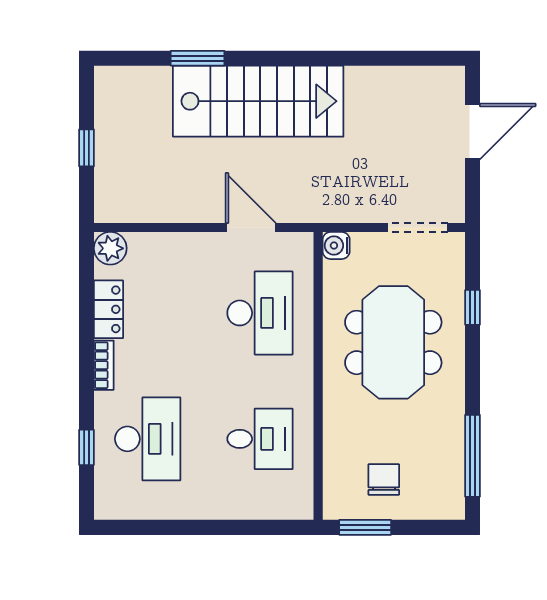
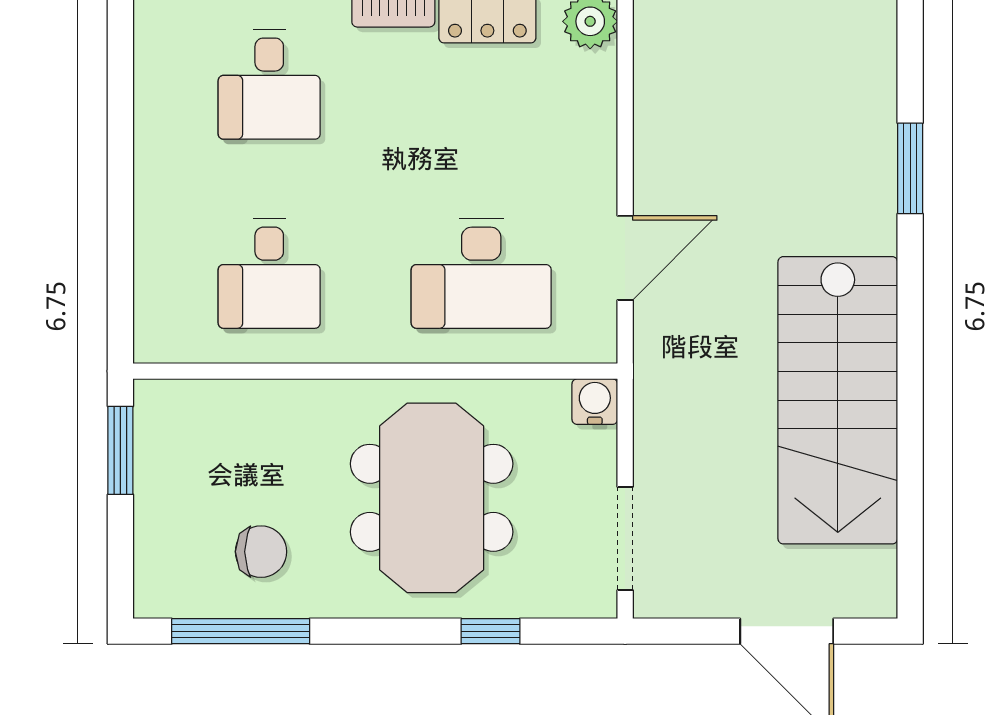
stairs: (258, 101) -> (838, 400), moved
meeting table: (393, 342) -> (432, 498), turned 90
desk: (148, 439) -> (269, 84), width x0.73
chair: (384, 480) -> (261, 552), moved

